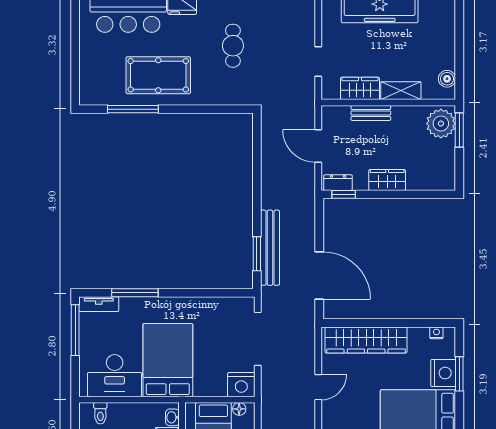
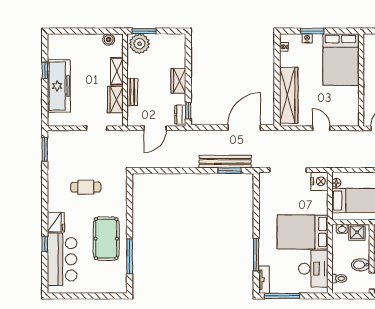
nightstand: (443, 373) -> (307, 38), width x0.53, depth x0.56

